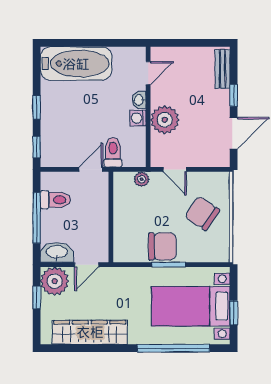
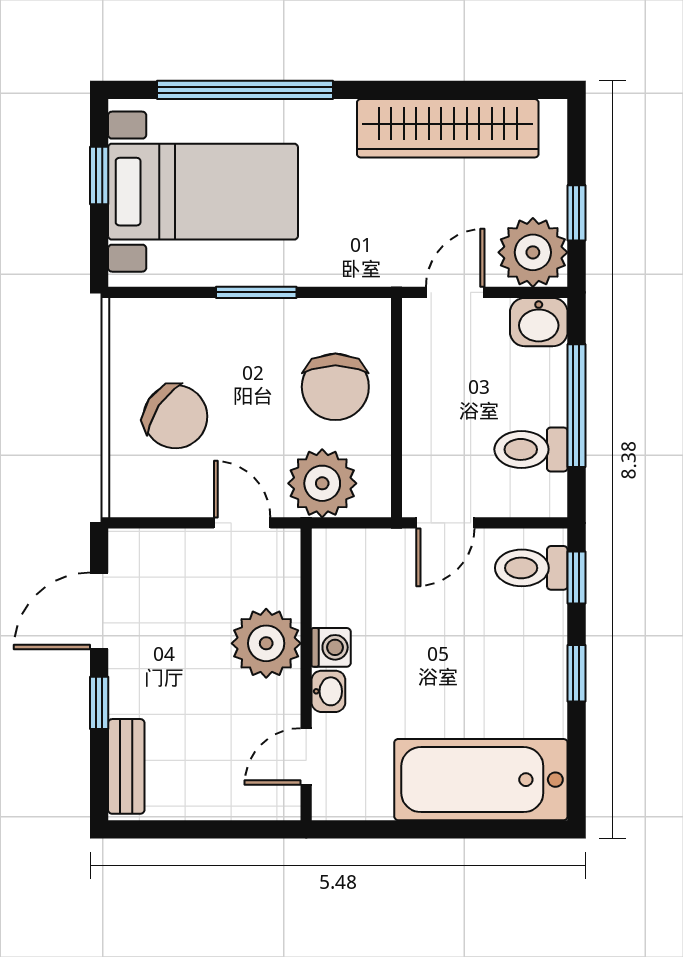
toilet: (113, 152) -> (531, 568), moved, turned 90
plant: (142, 179) -> (322, 483), width x1.87, depth x1.87
chair: (162, 246) -> (335, 387), moved, turned -90
washbasin: (57, 252) -> (539, 322), width x0.72

